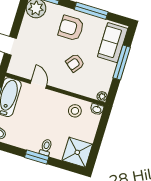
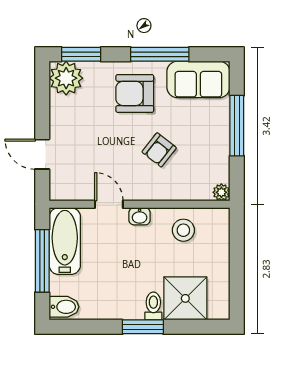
sofa: (113, 43) -> (198, 79), moved, turned -90
washbasin: (97, 109) -> (140, 216), moved
shower: (77, 152) -> (185, 298), moved

